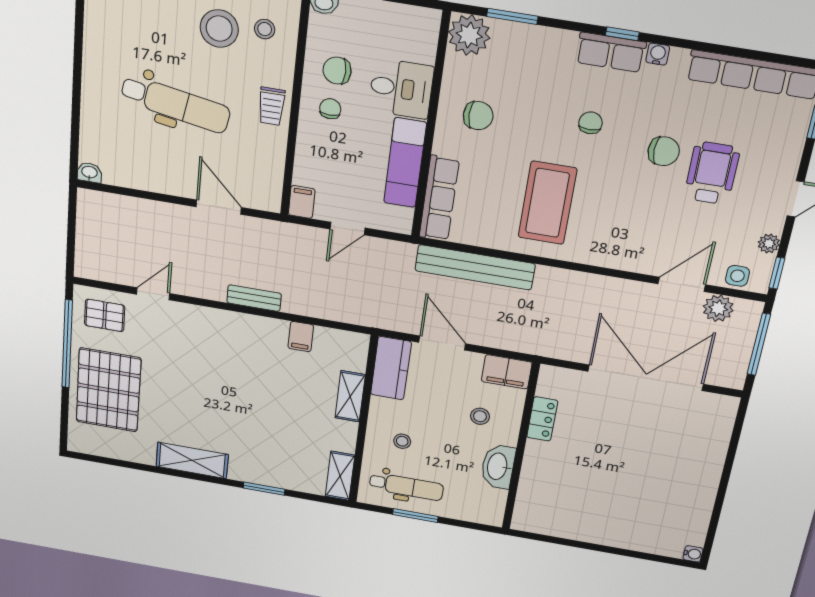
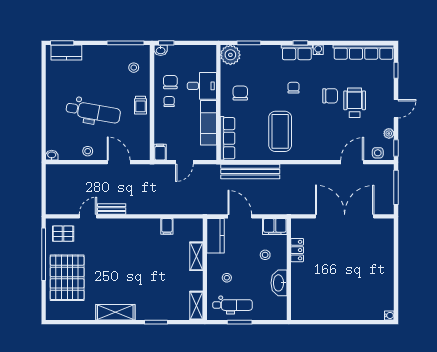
stool: (219, 29) -> (88, 151), moved, width x0.53, depth x0.53
chair: (337, 71) -> (170, 82), turned 90
chair: (478, 116) -> (240, 93), turned -90
bench: (254, 298) -> (112, 209), moved
plant: (718, 308) -> (372, 172), removed

